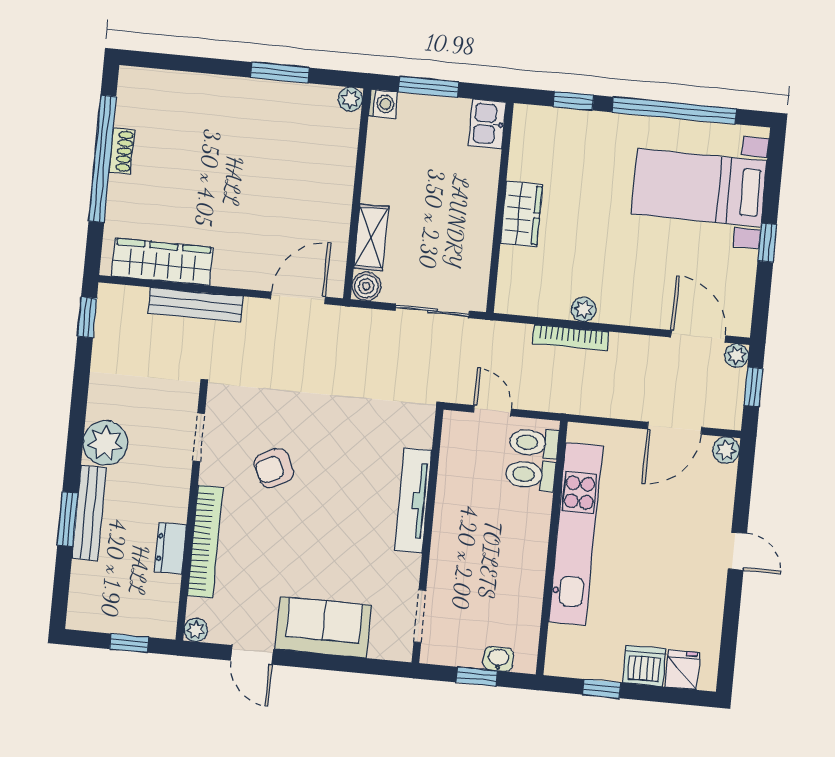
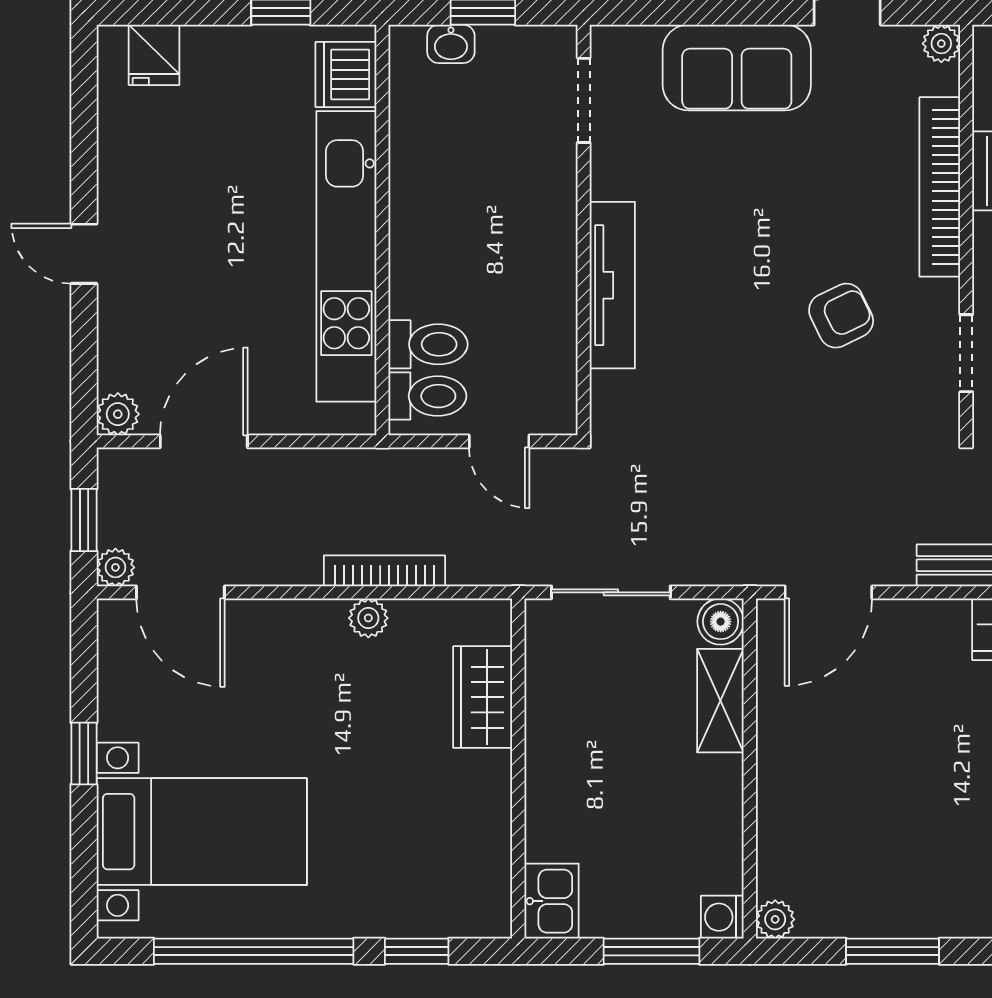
wardrobe: (521, 214) -> (483, 697), moved
dishwasher: (644, 666) -> (346, 74), moved, turned 90

